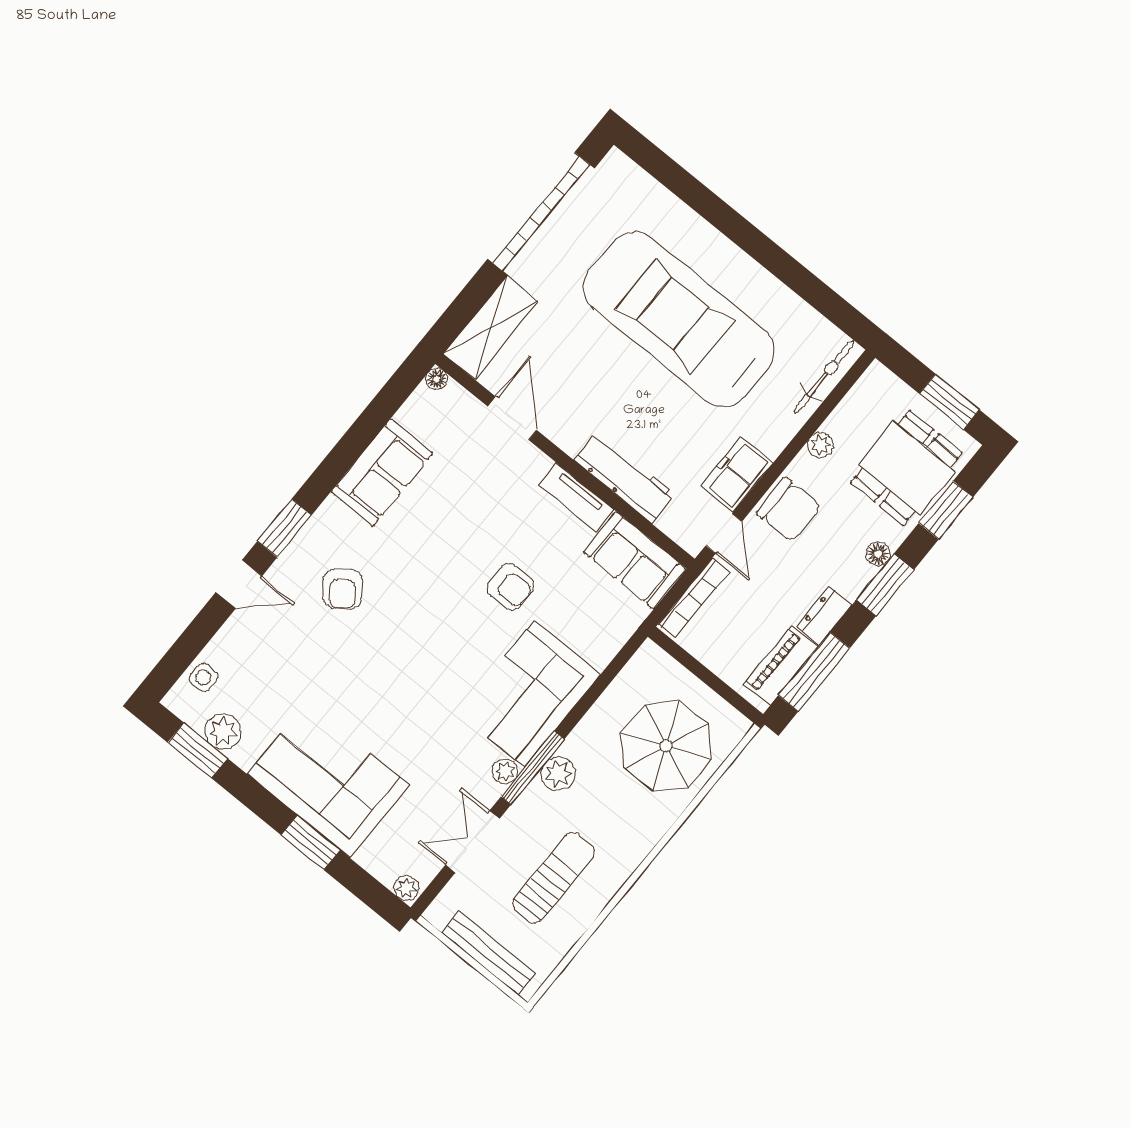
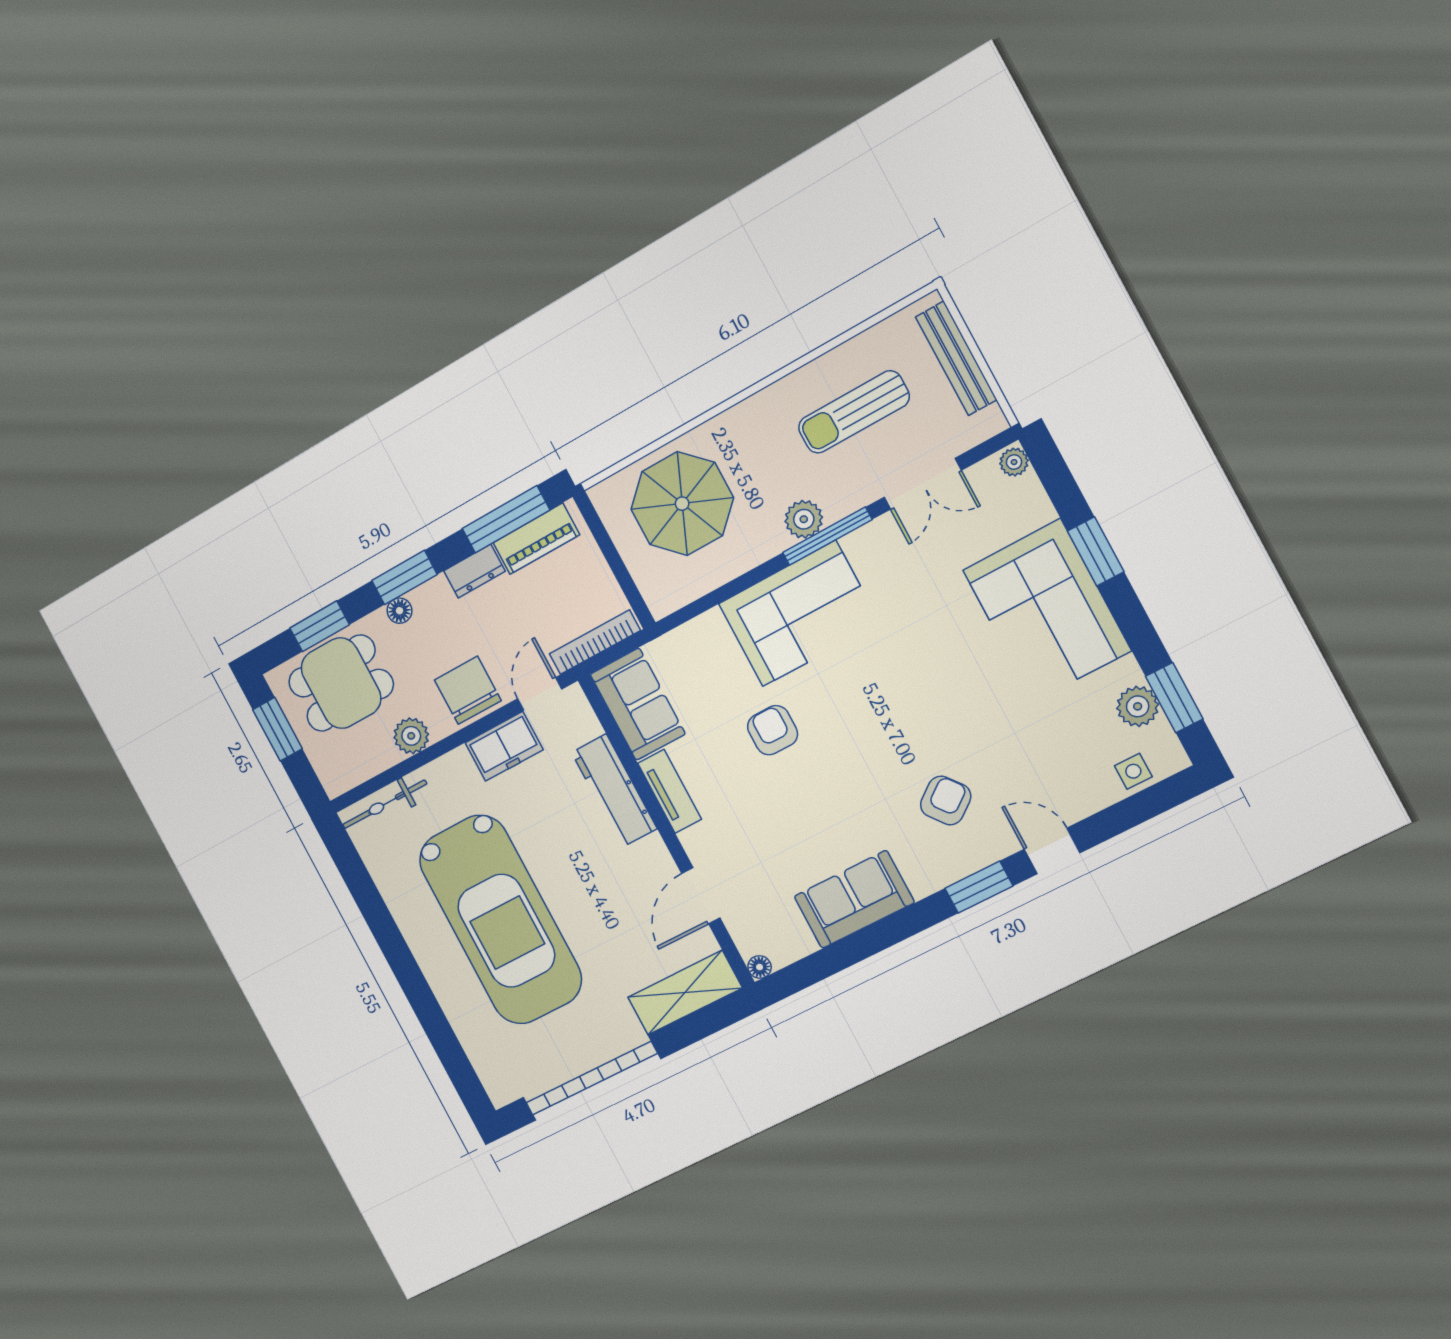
plant: (820, 445) -> (411, 736), width x1.38, depth x1.38
plant: (505, 771) -> (857, 544), removed

